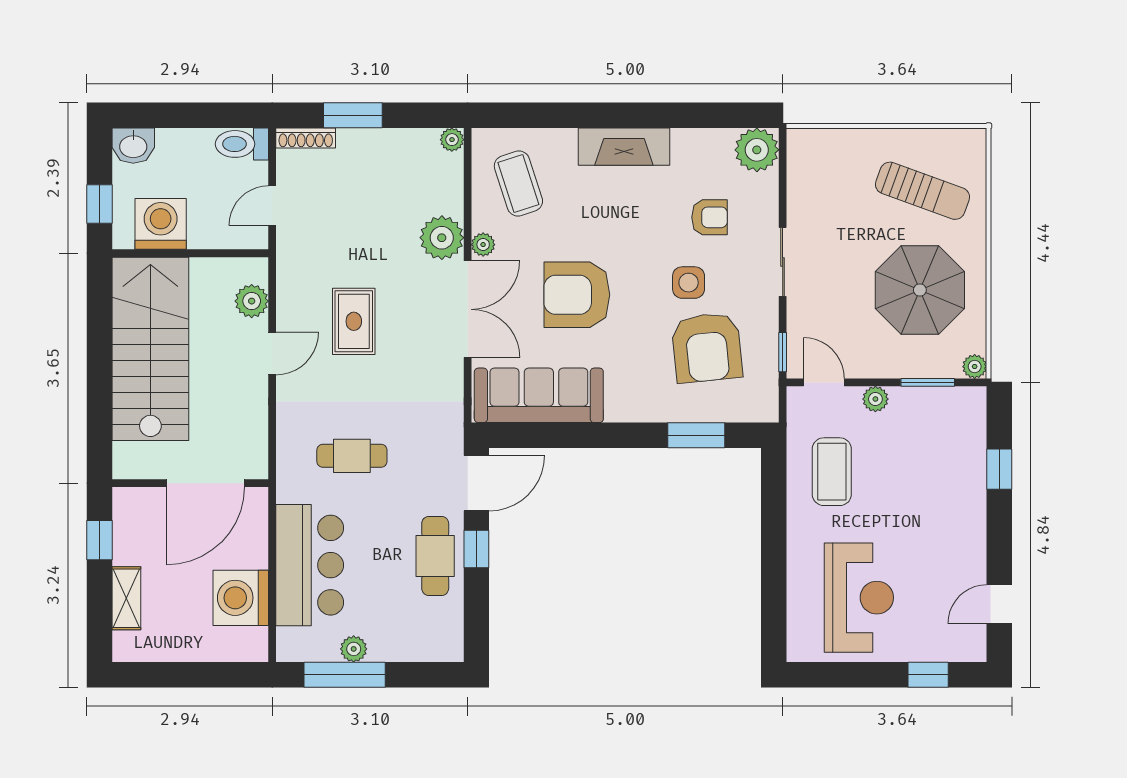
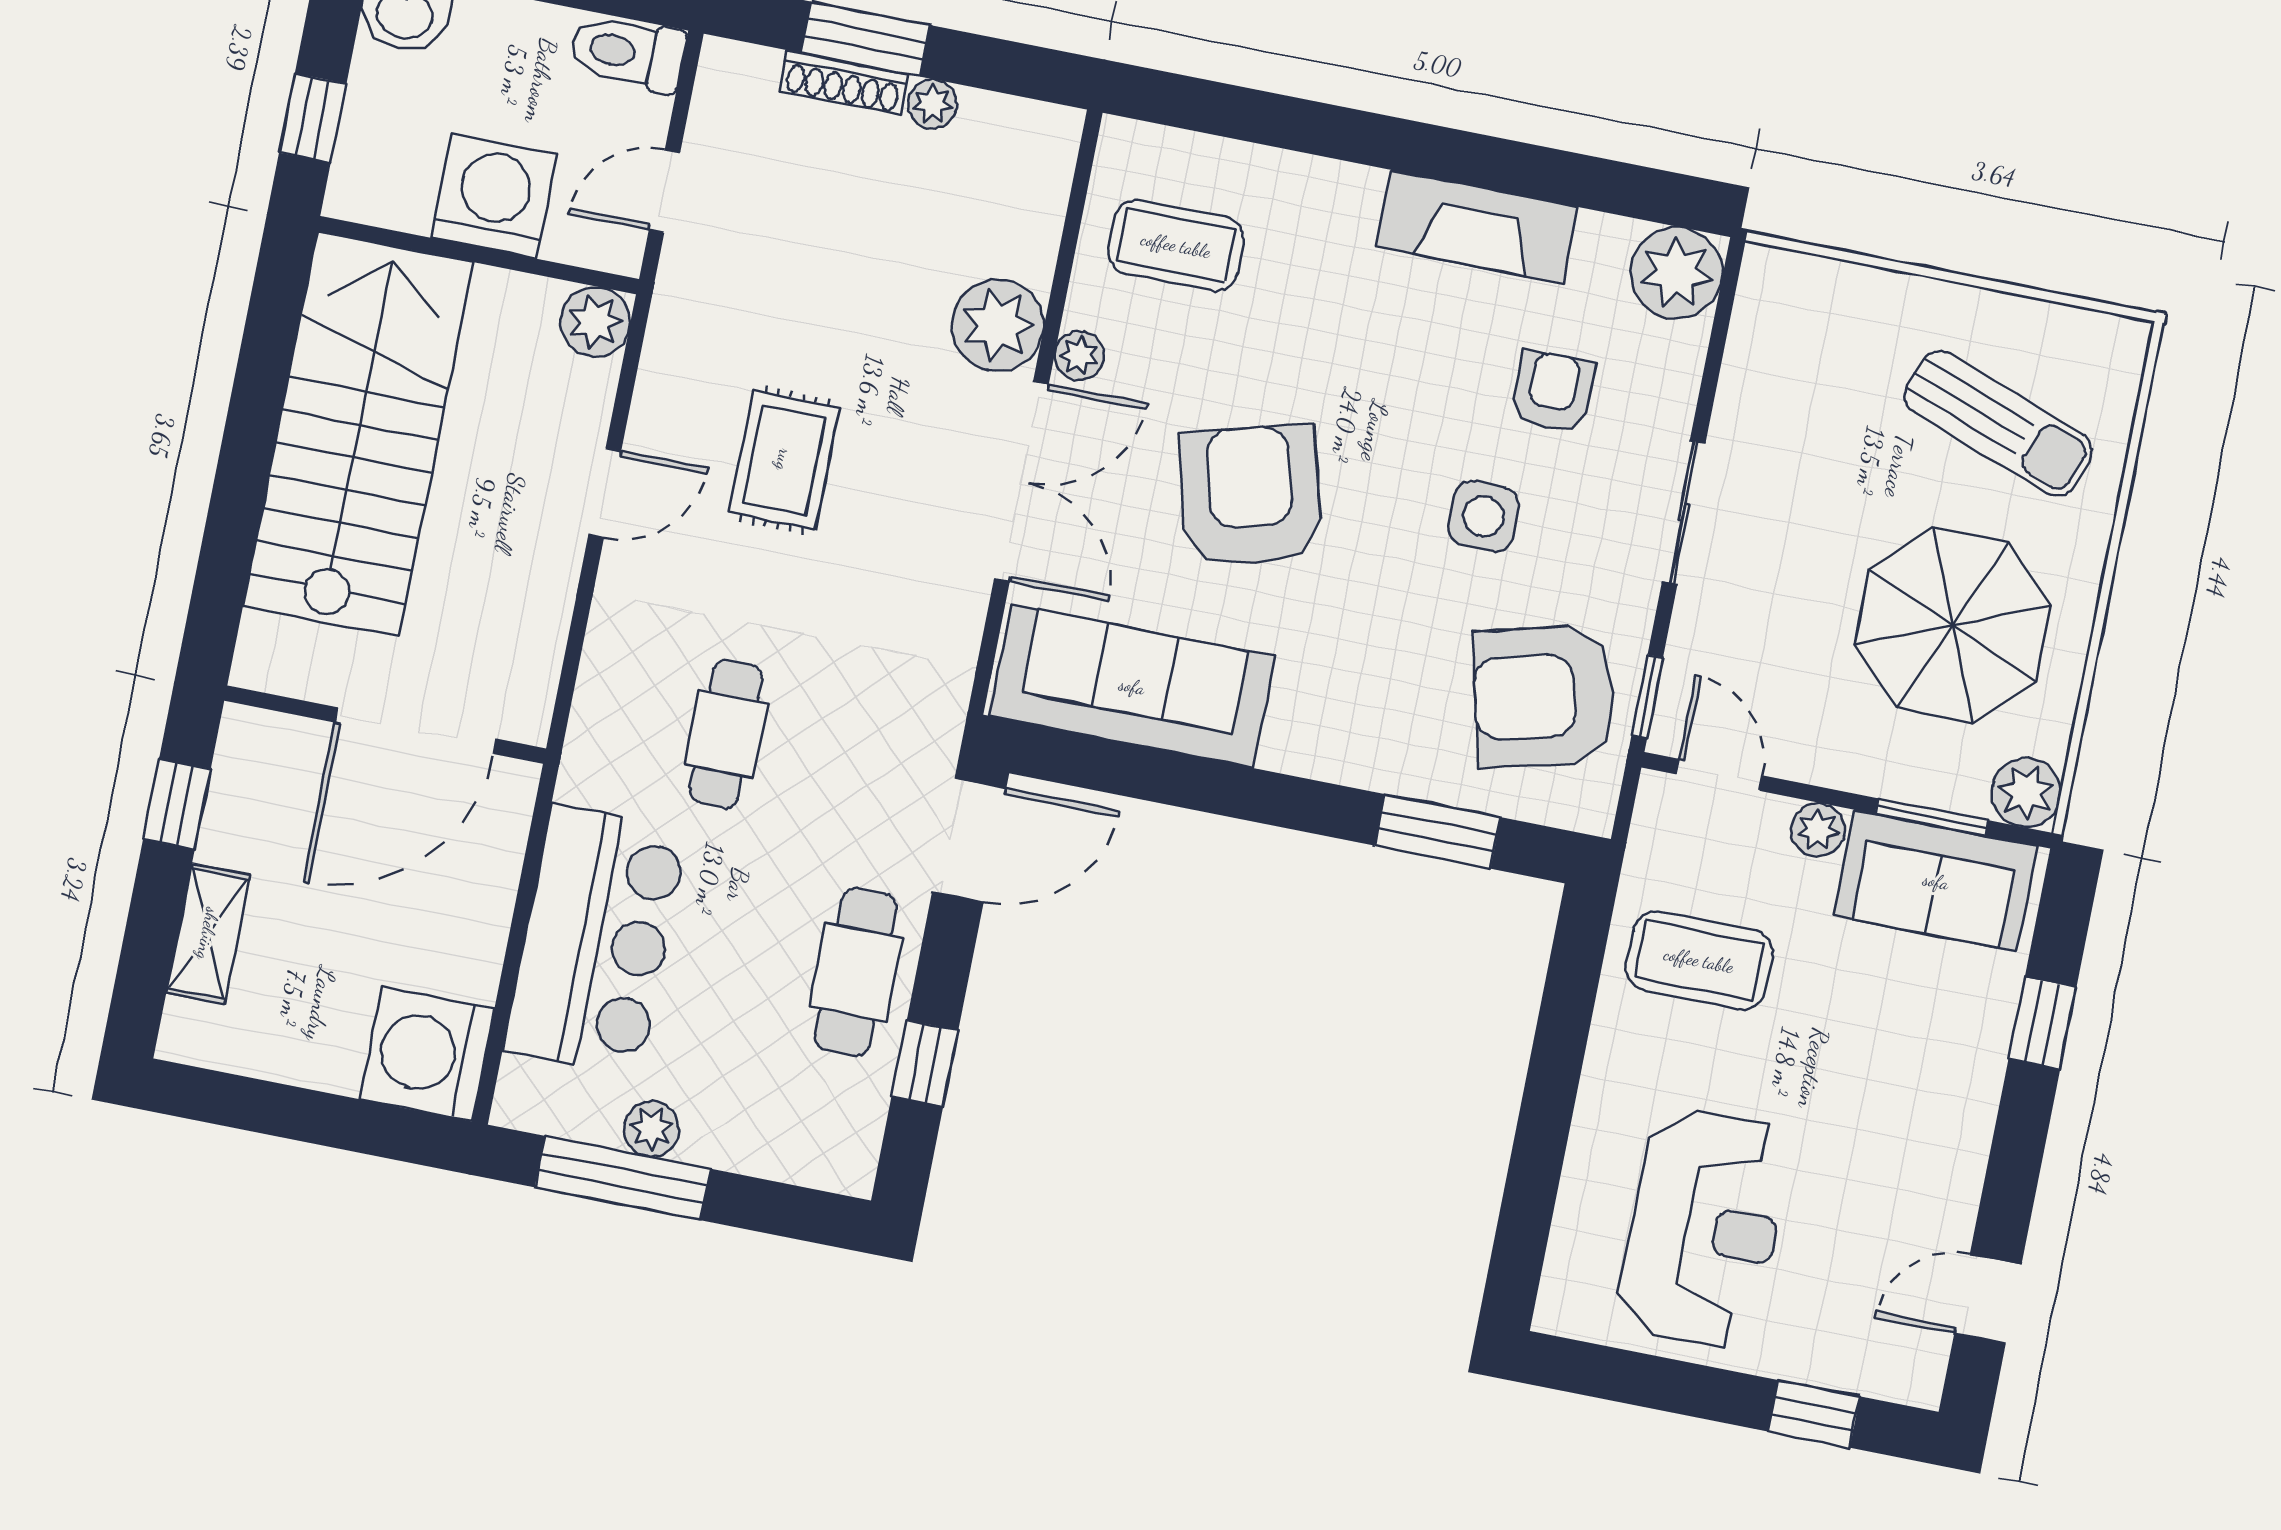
shoe rack: (306, 138) -> (843, 83), moved
plant: (452, 140) -> (932, 104), moved
fireplace: (624, 147) -> (1477, 227), moved
coffee table: (518, 183) -> (1176, 245), turned -72
armchair: (710, 217) -> (1553, 392), turned -90
washing machine: (161, 224) -> (494, 196), moved
armchair: (577, 295) -> (1250, 496), turned 75
plant: (252, 301) -> (595, 322), moved
armchair: (707, 348) -> (1544, 696), moved, turned 82
plant: (975, 367) -> (2026, 792), width x1.38, depth x1.38
sofa: (936, 412) -> (1936, 881), added
cafe table: (352, 456) -> (726, 734), turned 90
coffee table: (832, 472) -> (1699, 960), turned 90
window: (476, 549) -> (925, 1063), moved
washing machine: (241, 598) -> (427, 1054), moved

